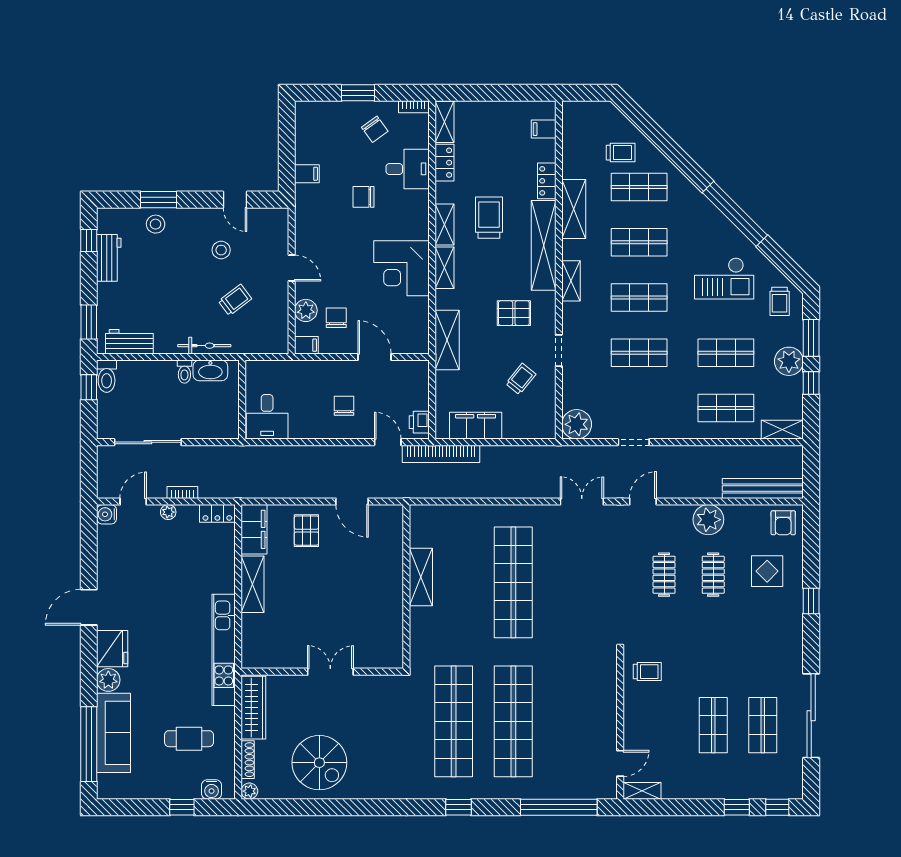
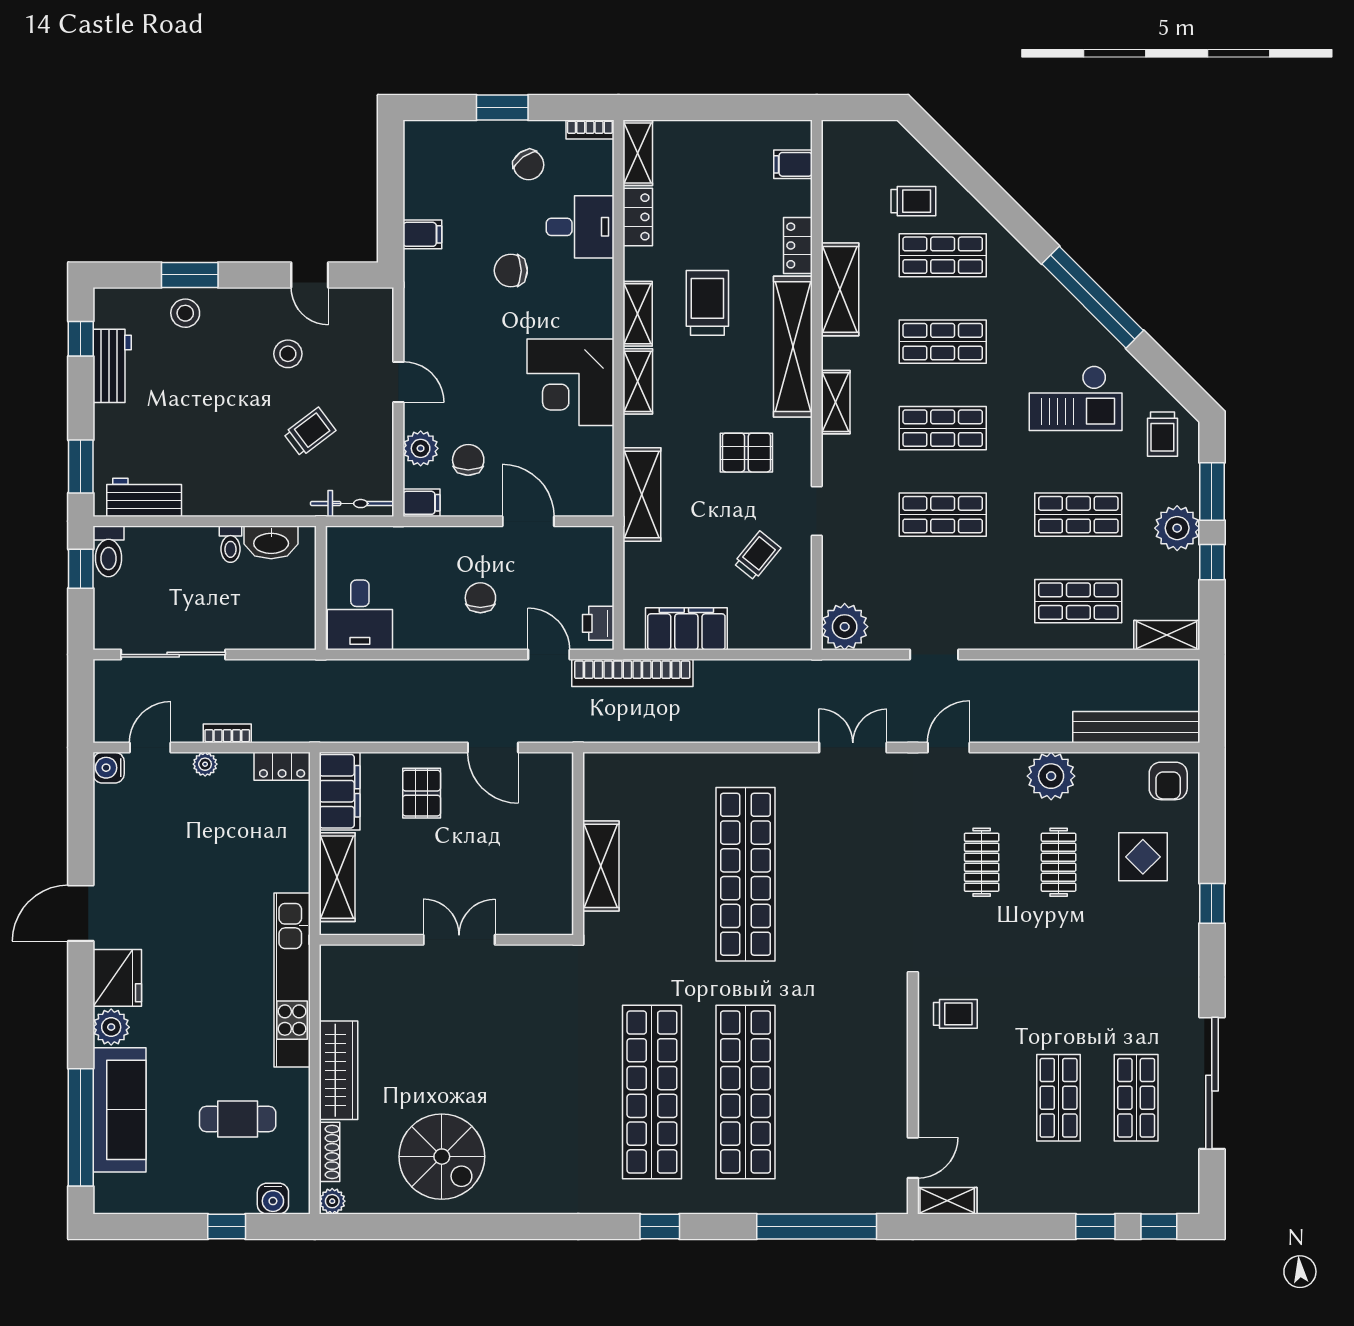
bicycle: (204, 346) -> (352, 504), moved
wall: (322, 672) -> (446, 940), moved
double door: (330, 672) -> (459, 940), moved

